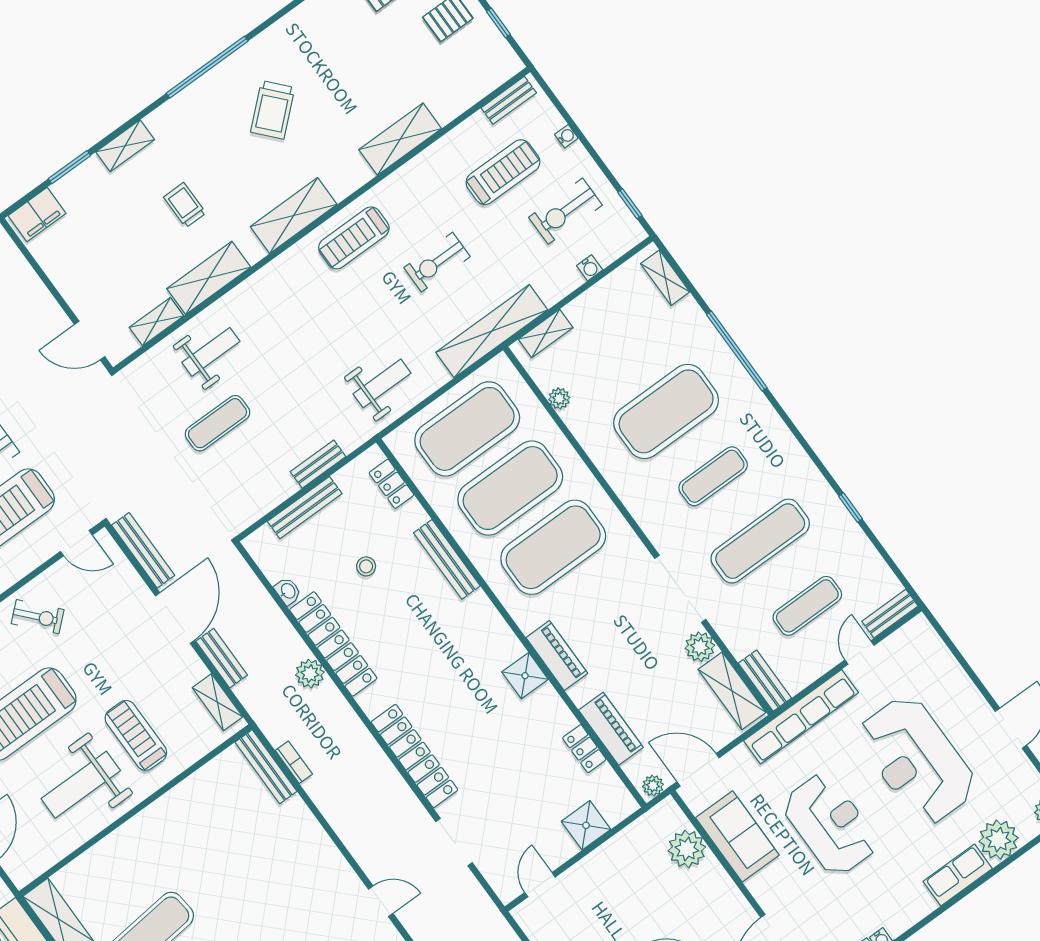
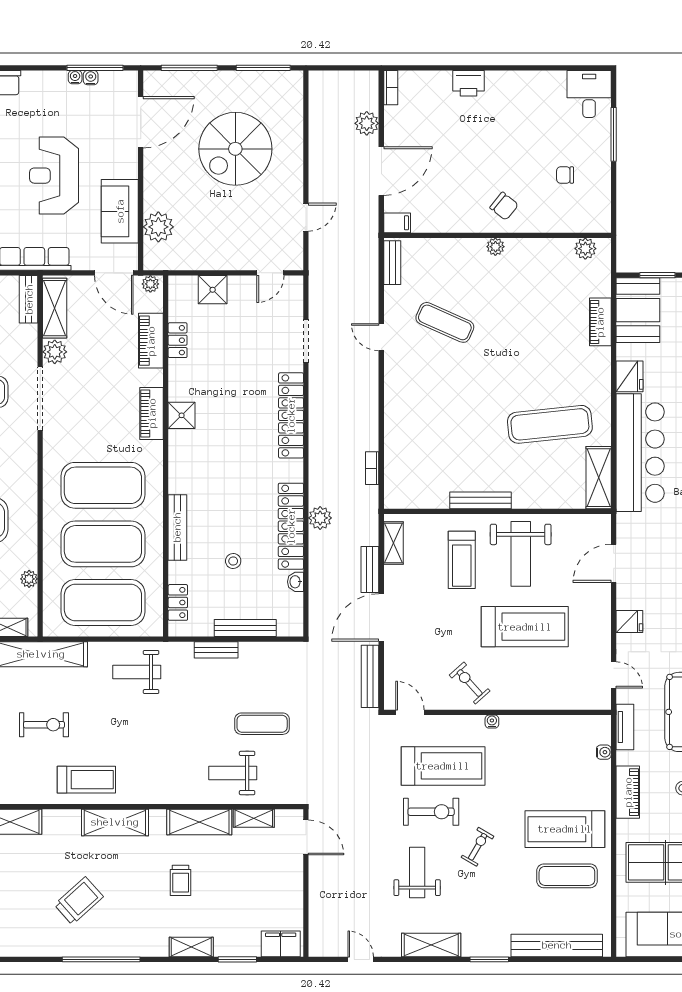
bench: (266, 767) -> (480, 500), moved, turned 90
weight bench: (81, 785) -> (521, 554), turned 90

